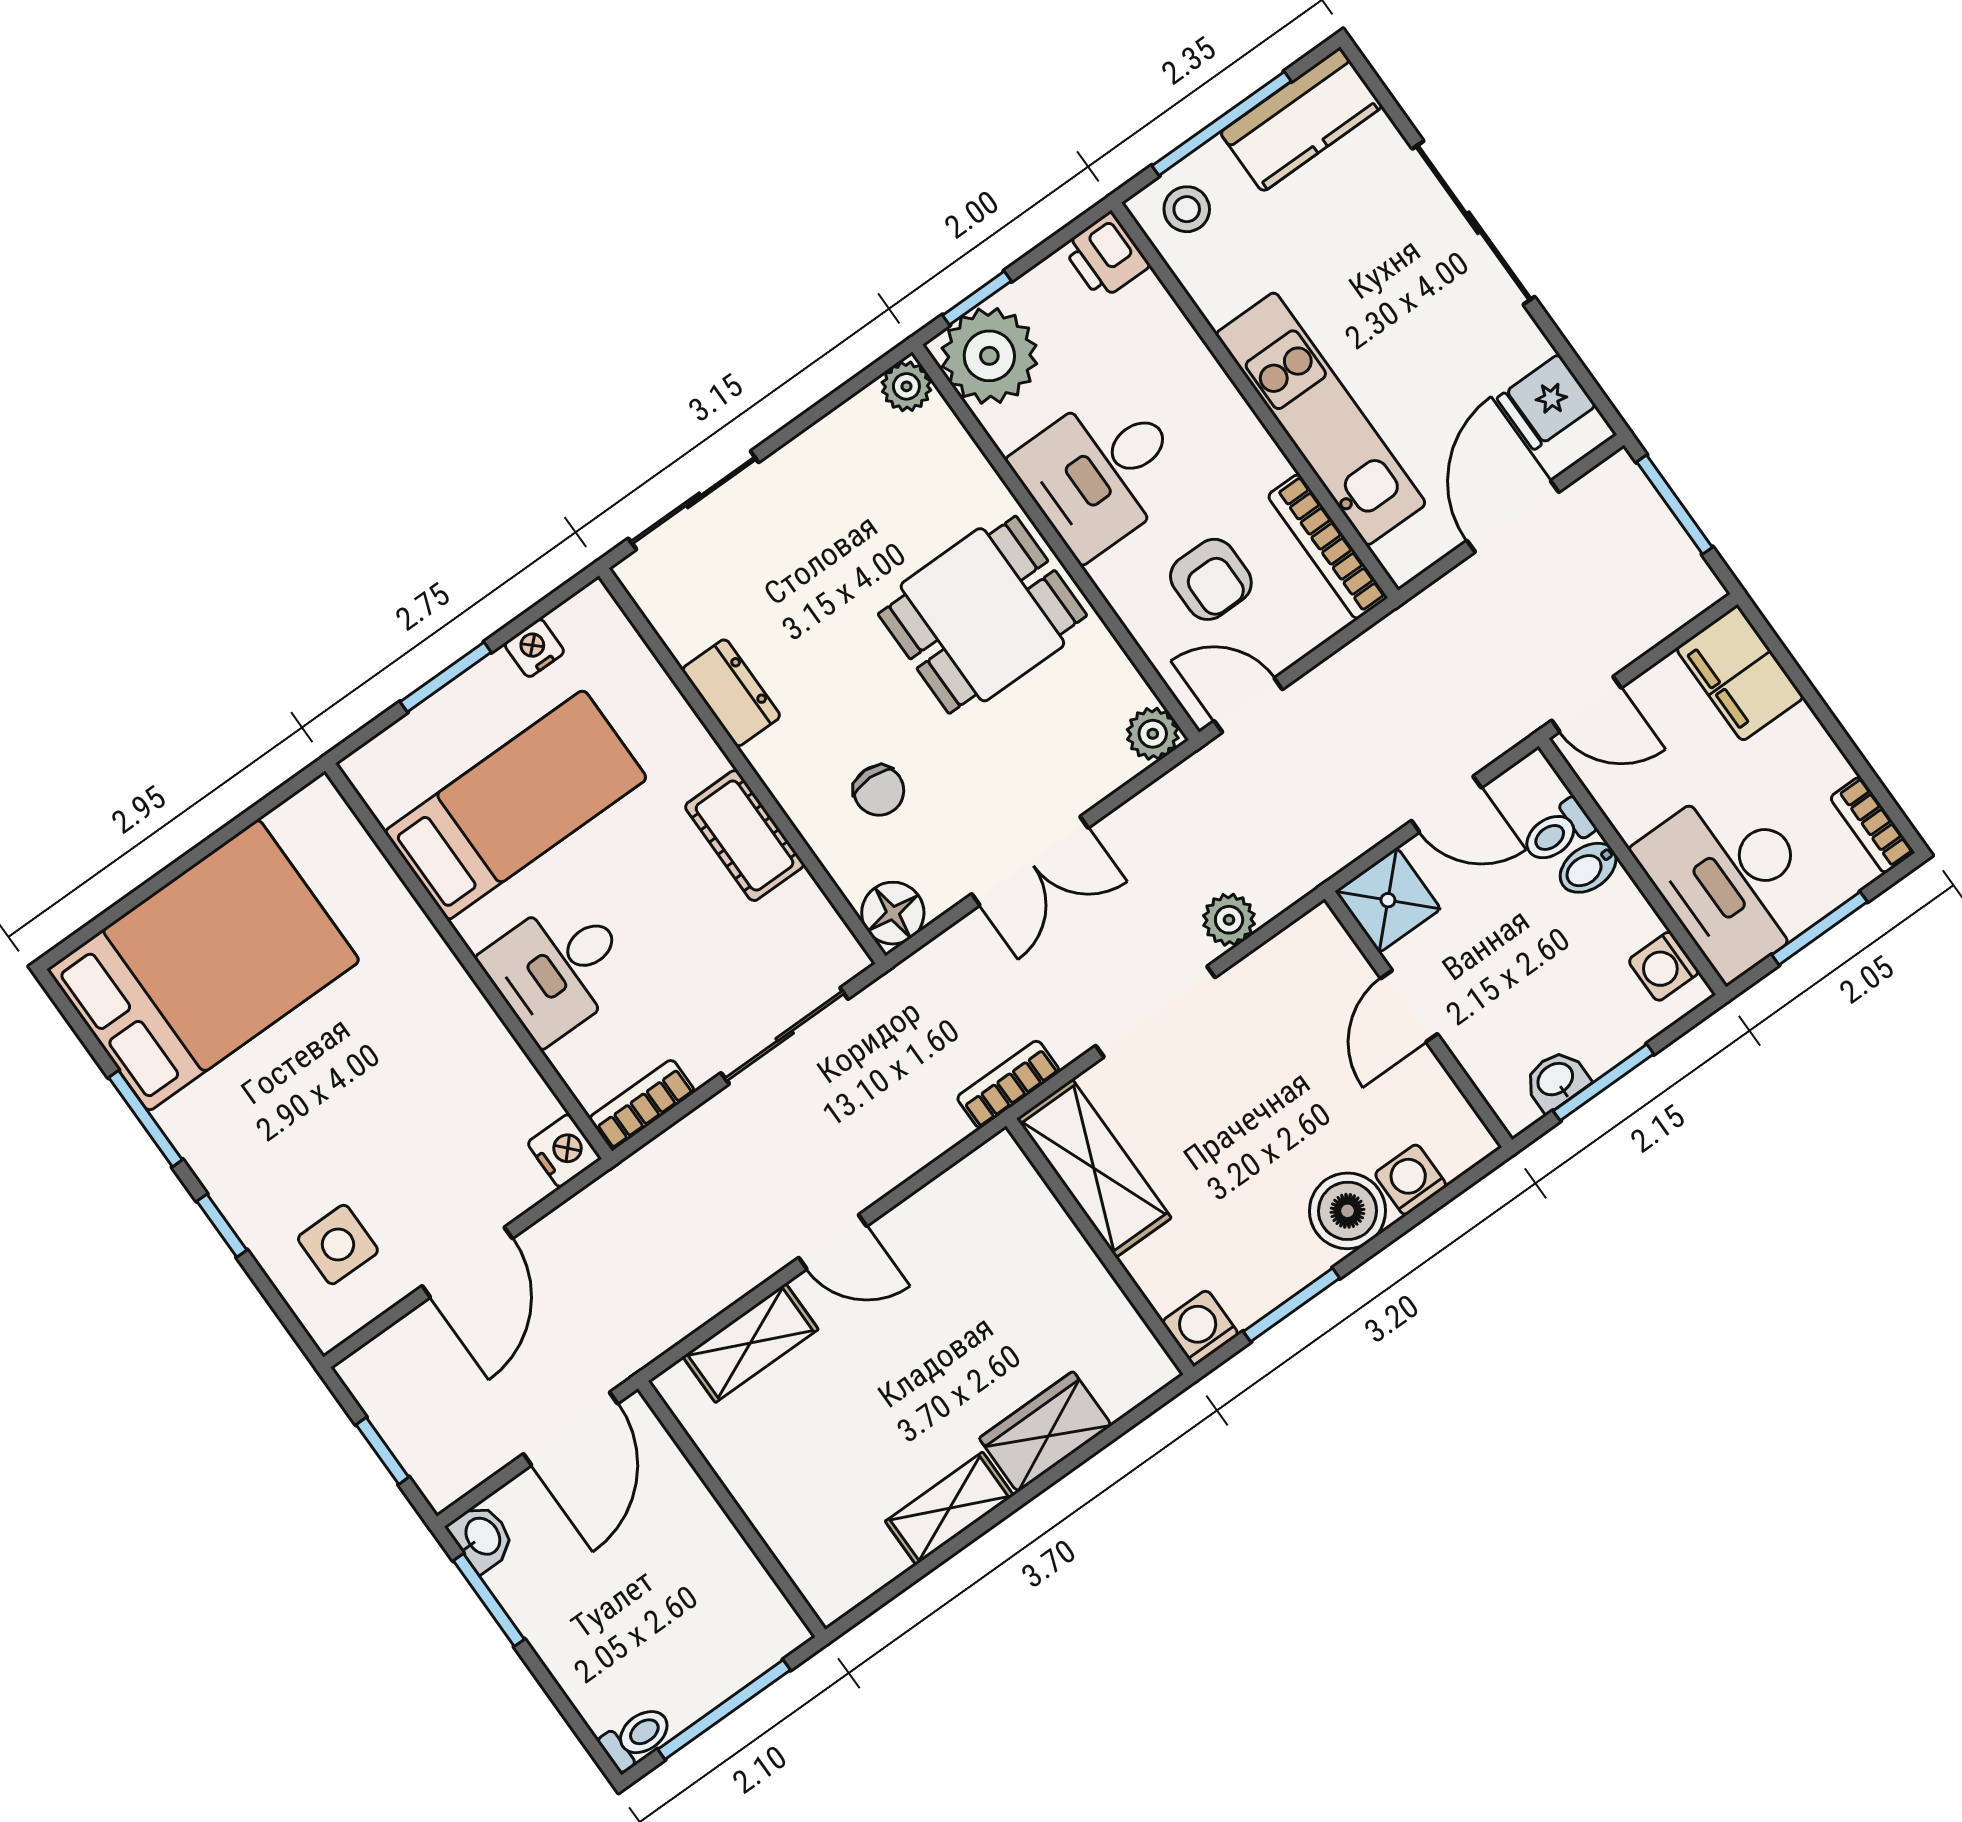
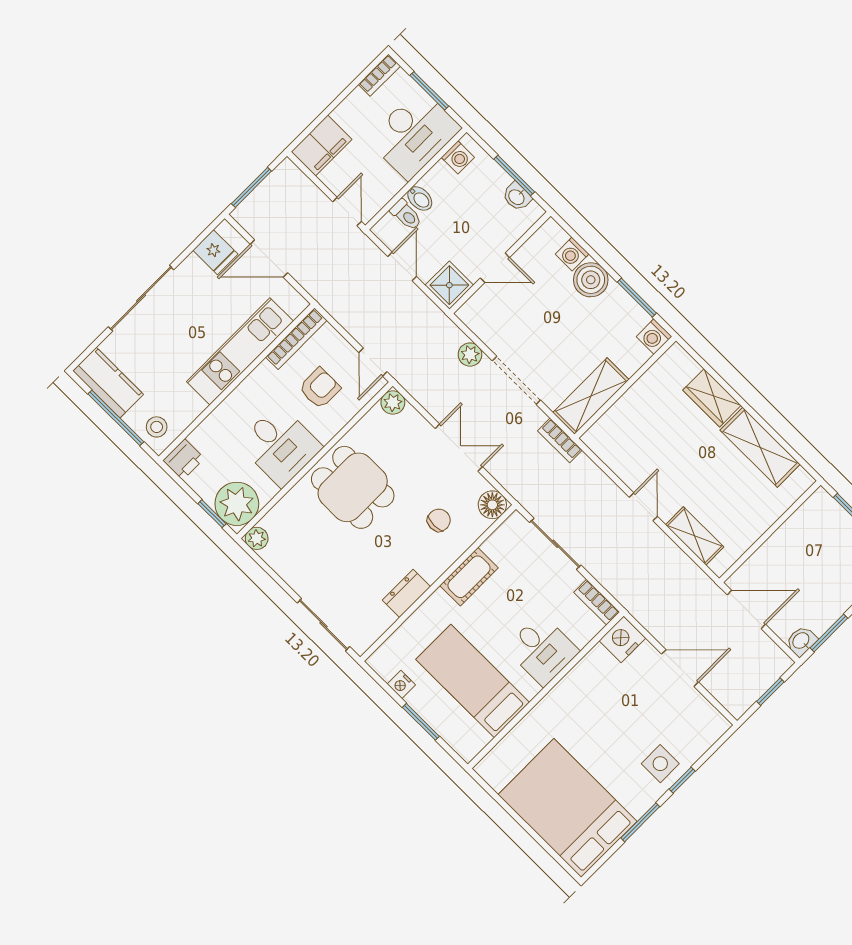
nightstand: (564, 1151) -> (622, 639), width x1.36, depth x1.33
side table: (338, 1245) -> (660, 764), moved
shelving: (949, 1508) -> (760, 447), width x1.50, depth x1.33

